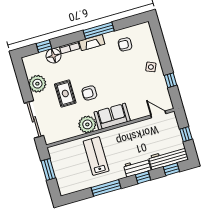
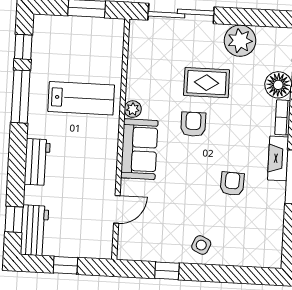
armchair: (125, 44) -> (232, 184), moved
door: (158, 114) -> (117, 209), moved
plant: (87, 124) -> (133, 109), width x0.53, depth x0.53
workbench: (168, 158) -> (34, 230), width x0.73
window: (143, 177) -> (23, 47), moved

